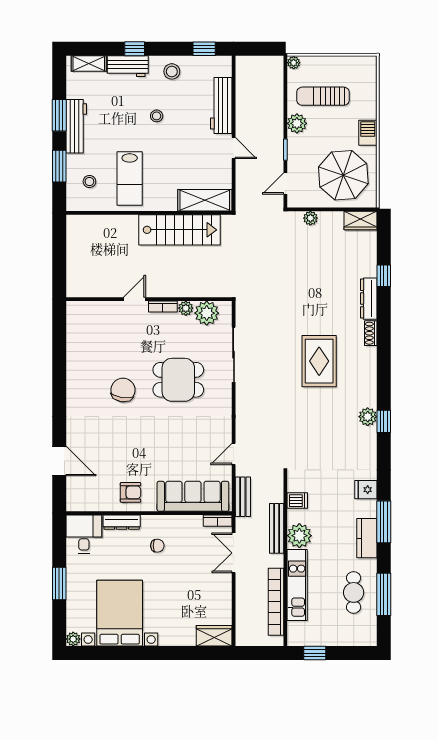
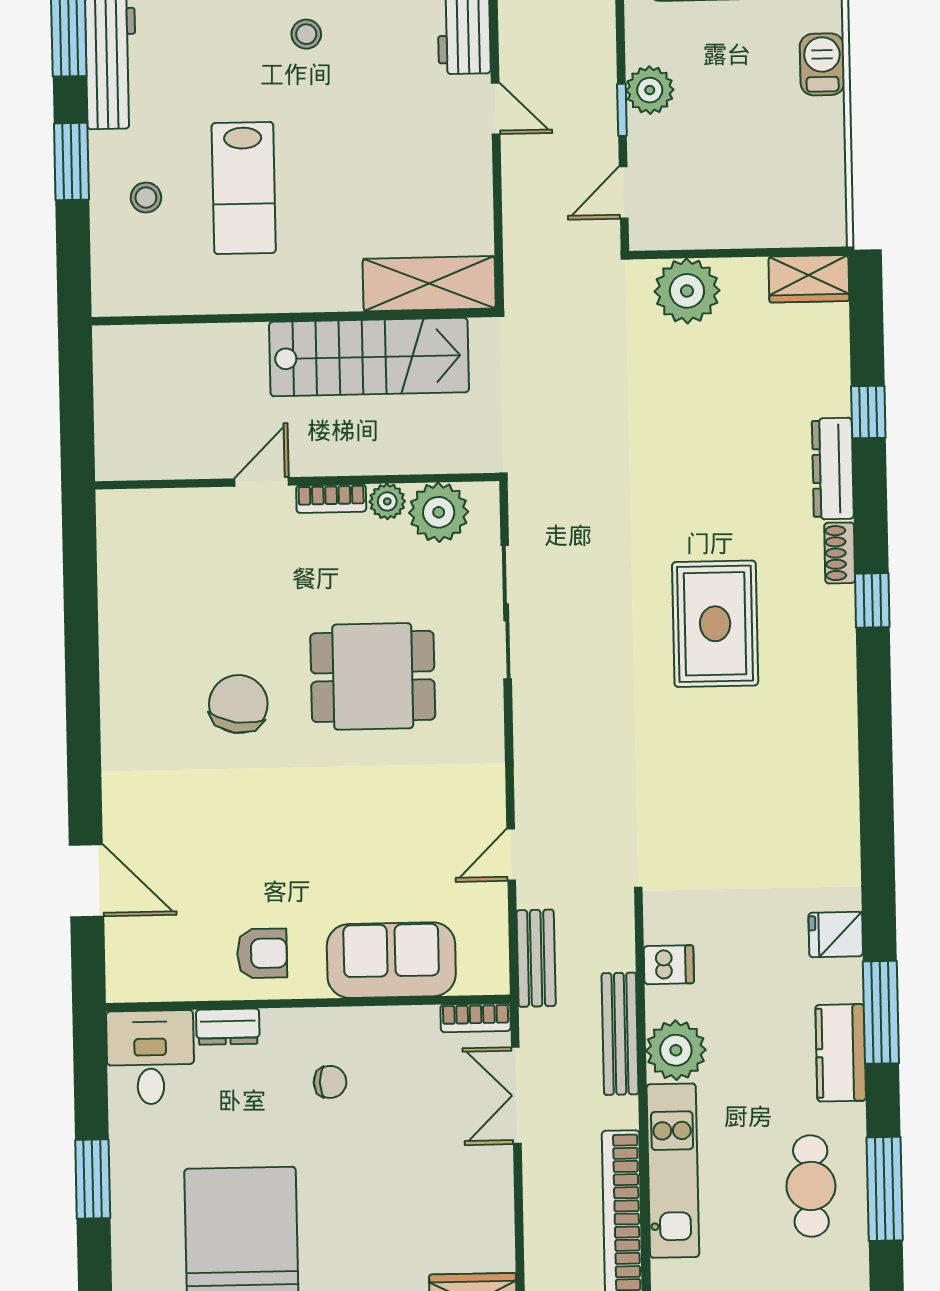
plant: (297, 123) -> (650, 90), moved
parasol: (343, 175) -> (765, 169), removed
shelving: (205, 200) -> (429, 284), moved
wall: (149, 213) -> (294, 317), moved
plant: (310, 218) -> (687, 291), width x1.87, depth x1.87
stairs: (180, 230) -> (369, 357), moved
plant: (368, 417) -> (836, 757), removed
window: (384, 421) -> (872, 600), moved
sofa: (193, 496) -> (391, 960), width x0.73
dresser: (122, 522) -> (228, 1027), width x0.70

